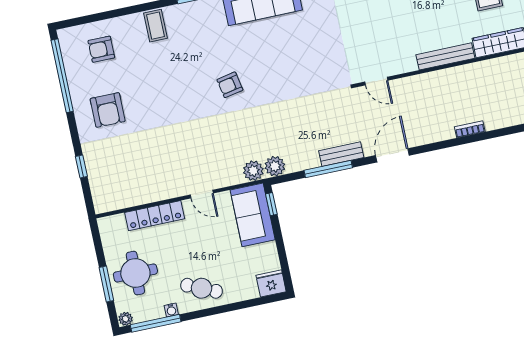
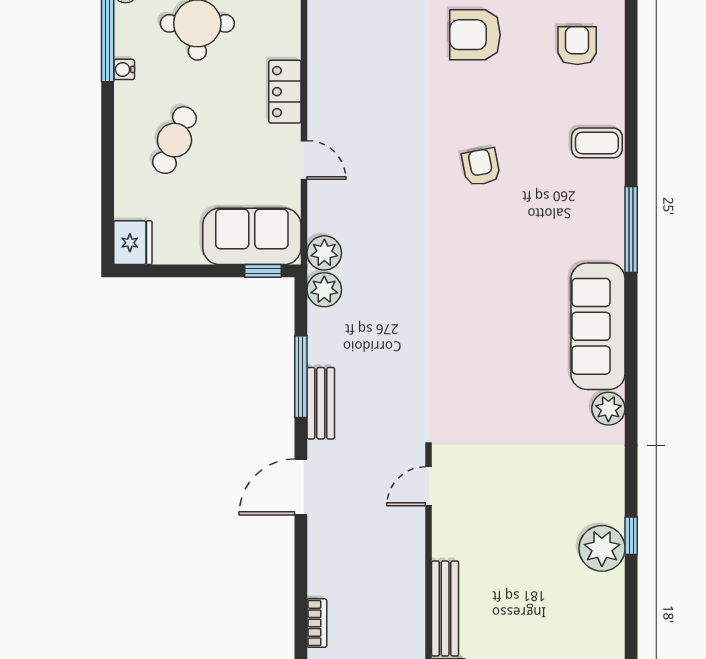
armchair: (230, 85) -> (481, 167), moved
door: (392, 155) -> (301, 487), swing flipped
door: (202, 194) -> (304, 160), swing flipped
locker: (155, 216) -> (285, 92), width x0.66
cafe table: (202, 288) -> (174, 140), moved

